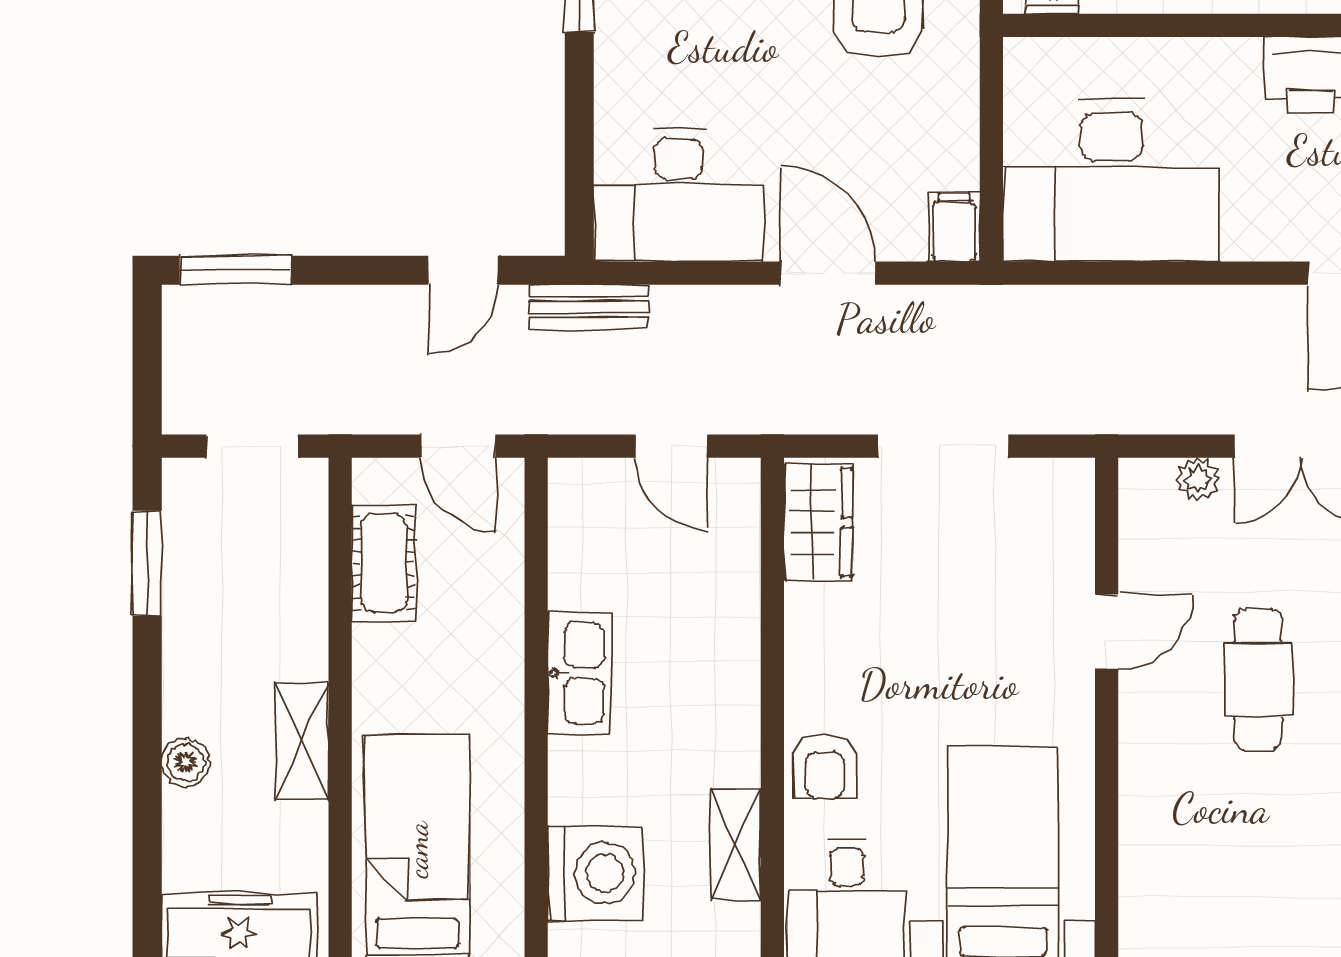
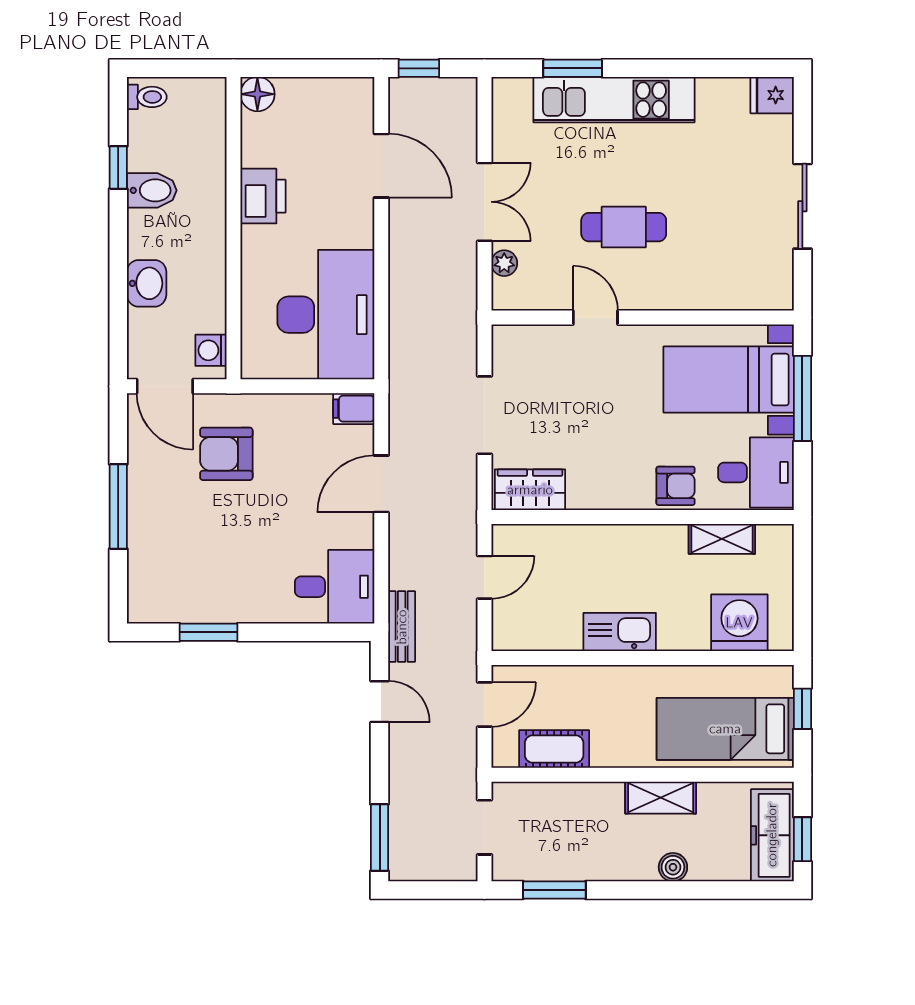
desk: (679, 195) -> (335, 587), width x0.73

